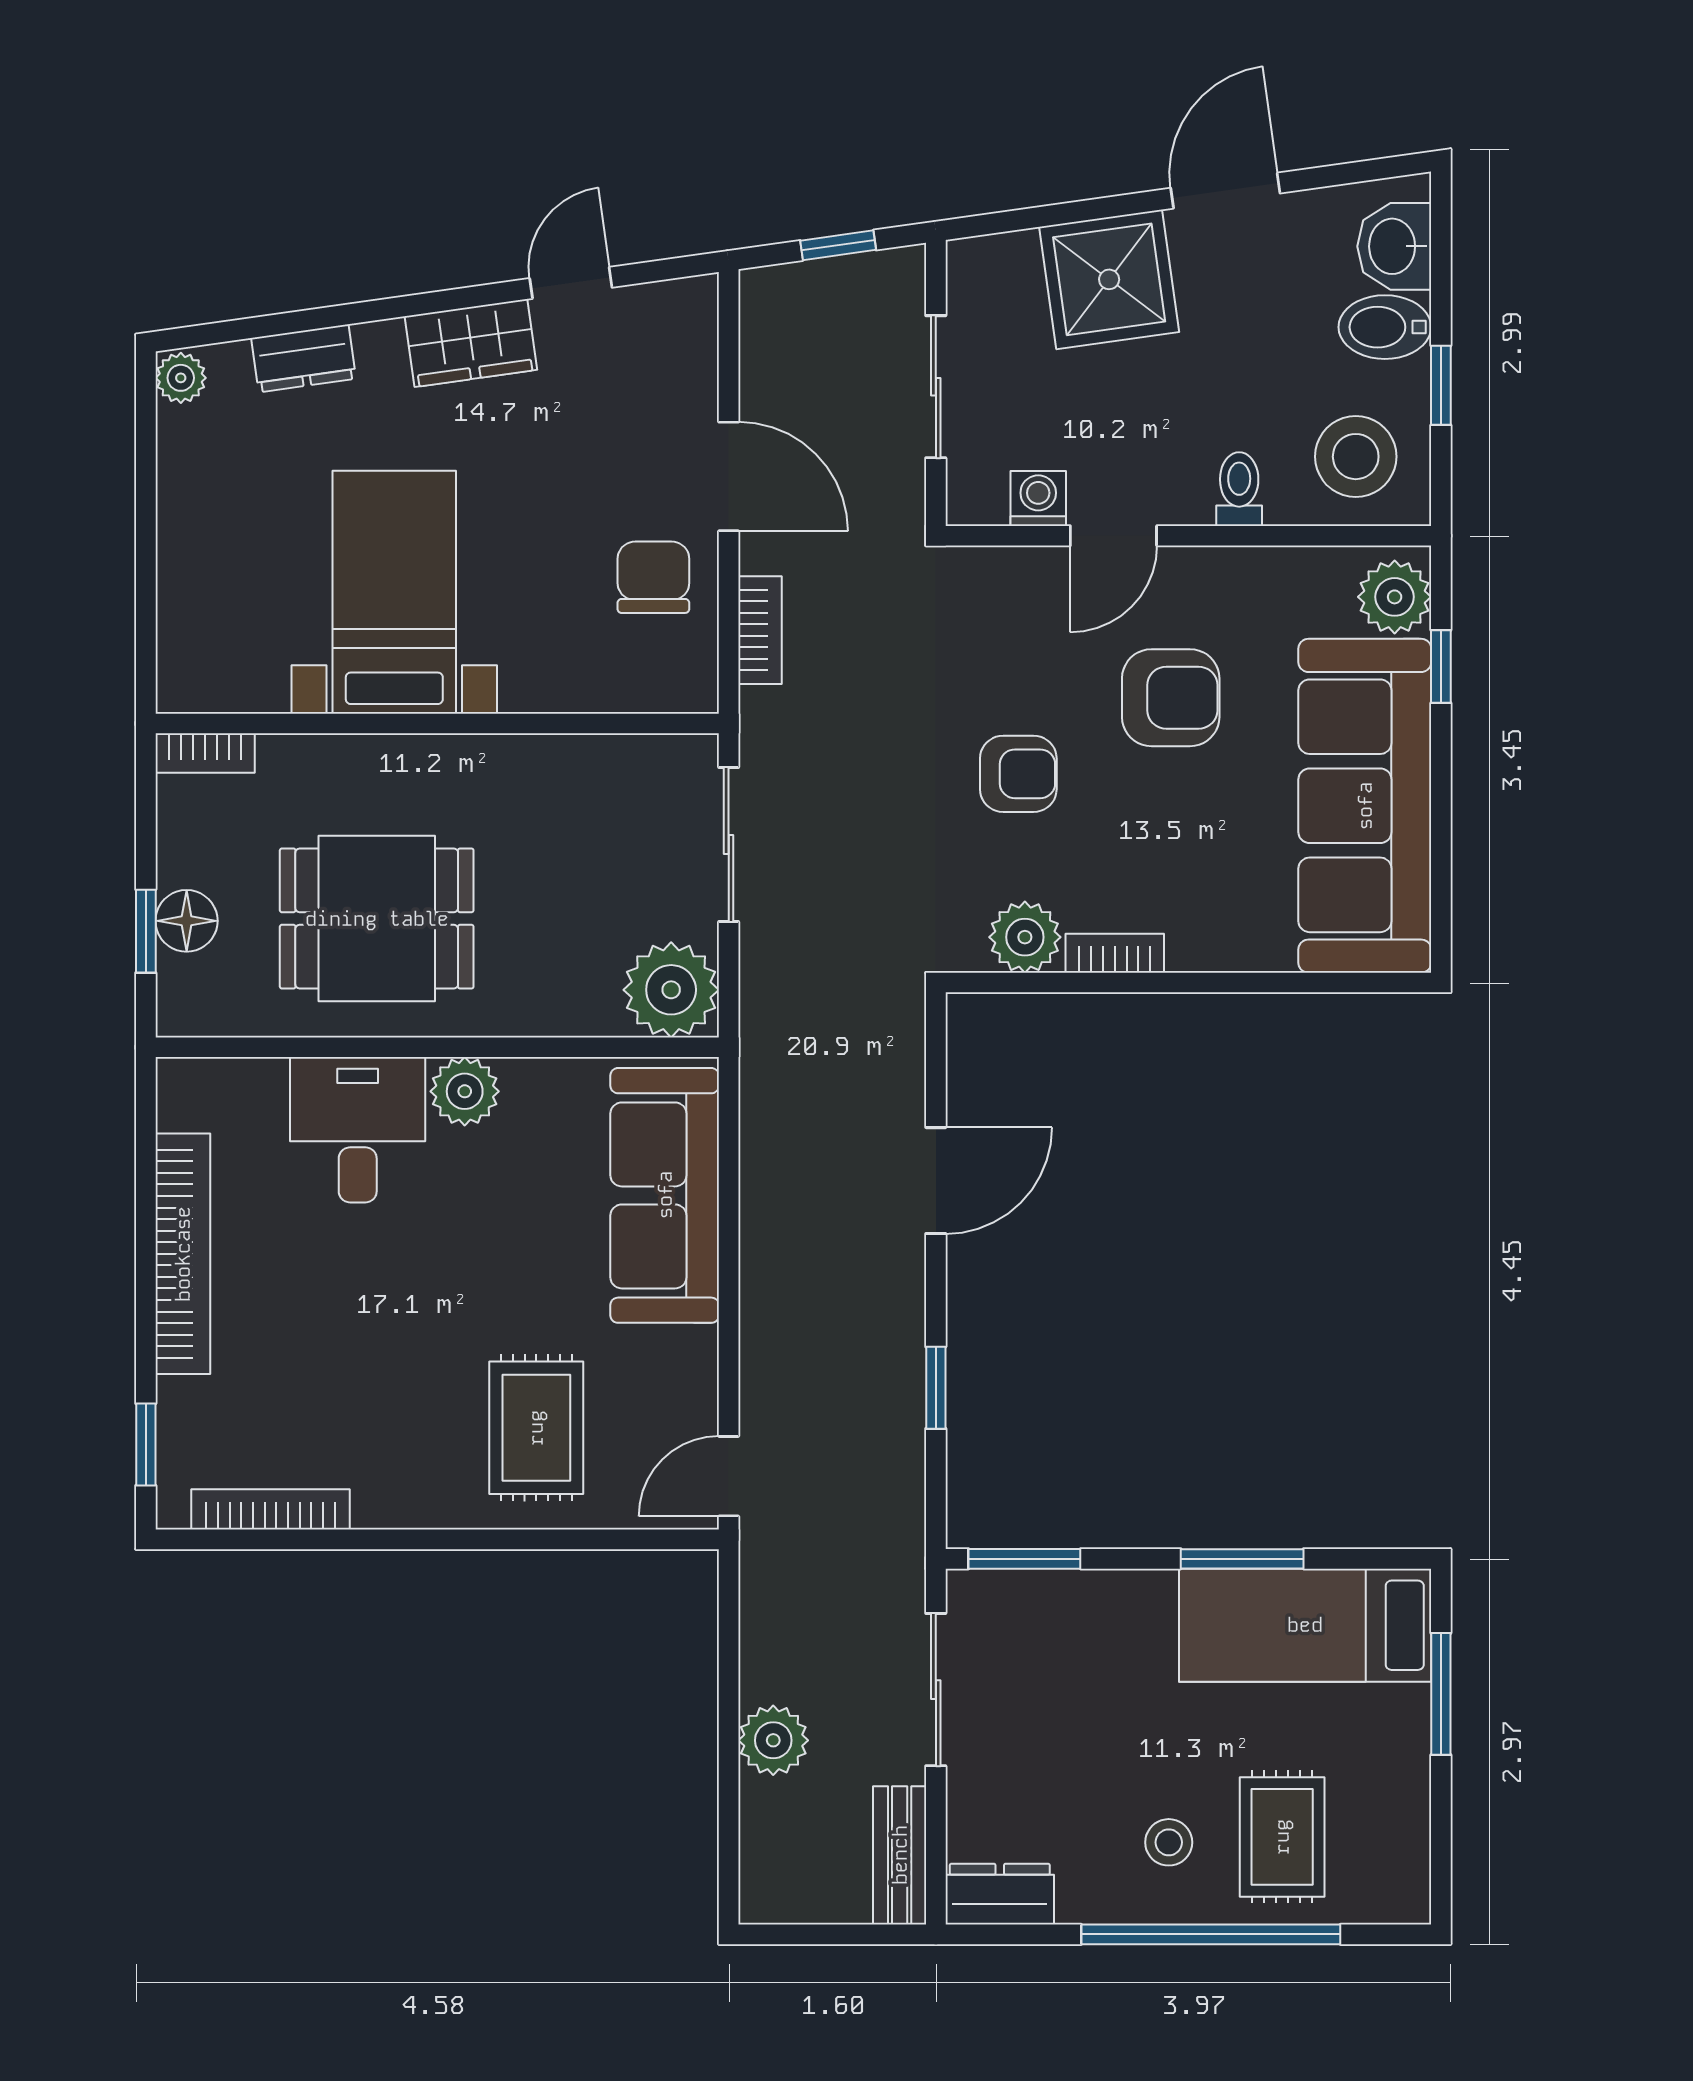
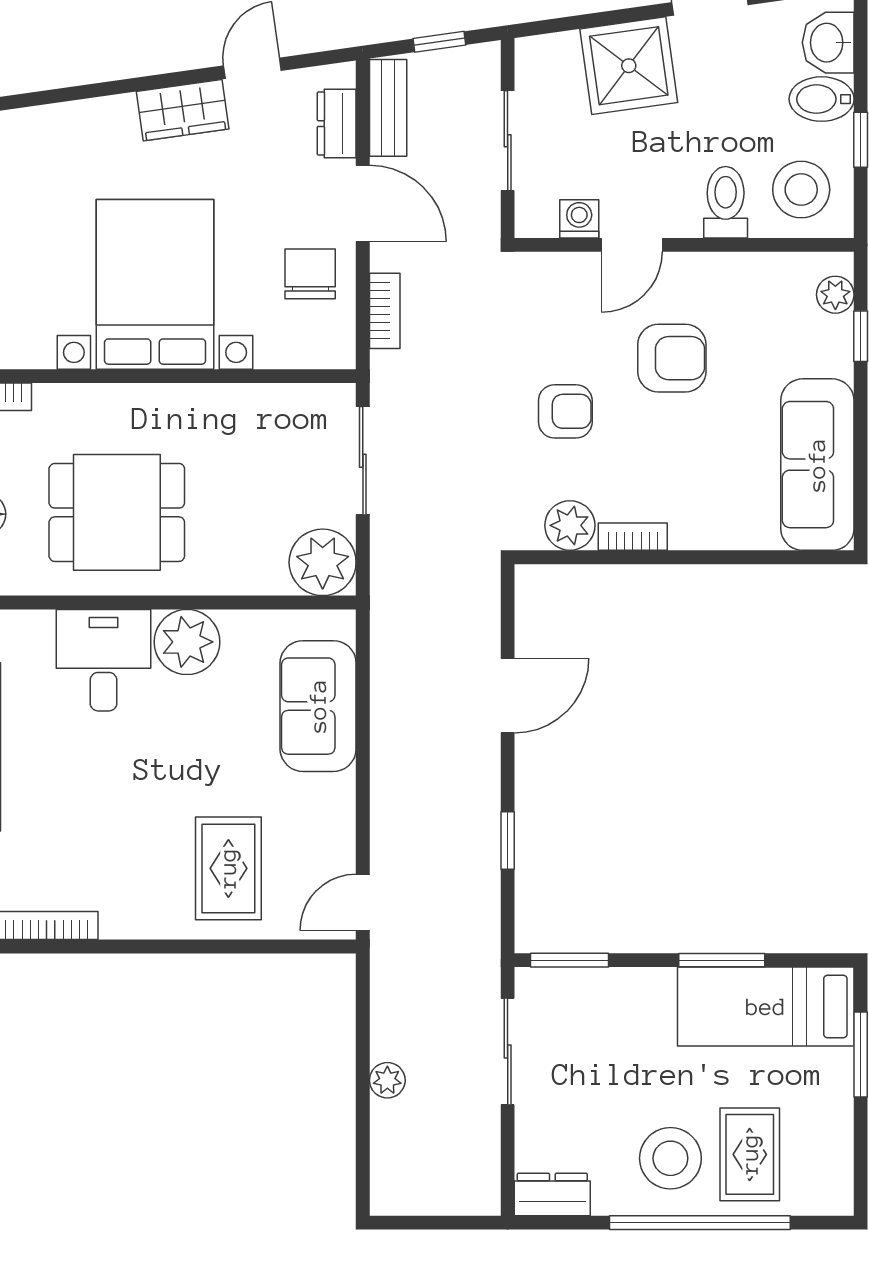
dresser: (304, 358) -> (337, 124), moved, turned 98
toilet: (1239, 489) -> (726, 202), width x1.37, depth x1.39
bed with nightstands: (394, 592) -> (155, 284), width x1.36
plant: (1395, 597) -> (835, 295), width x0.73, depth x0.73
sofa: (1365, 806) -> (817, 465), width x0.74, depth x0.79
plant: (465, 1091) -> (187, 642), width x1.36, depth x1.36
sofa: (665, 1195) -> (318, 706), width x0.73
plant: (773, 1740) -> (387, 1080), width x0.73, depth x0.73
stool: (1169, 1842) -> (670, 1158), width x1.89, depth x1.89
bench: (900, 1855) -> (388, 108), moved

